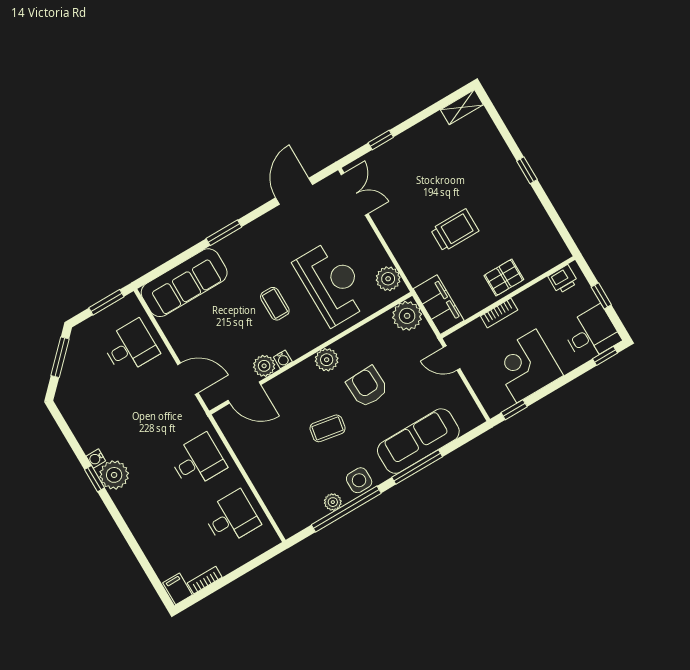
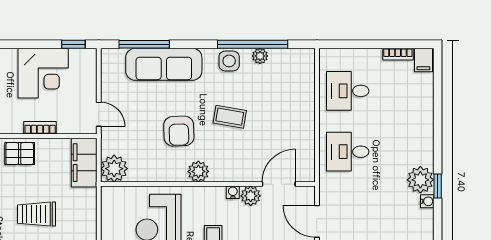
plant: (388, 279) -> (112, 207), removed
door: (244, 392) -> (279, 184), hinge flipped
window: (417, 467) -> (144, 44), moved

